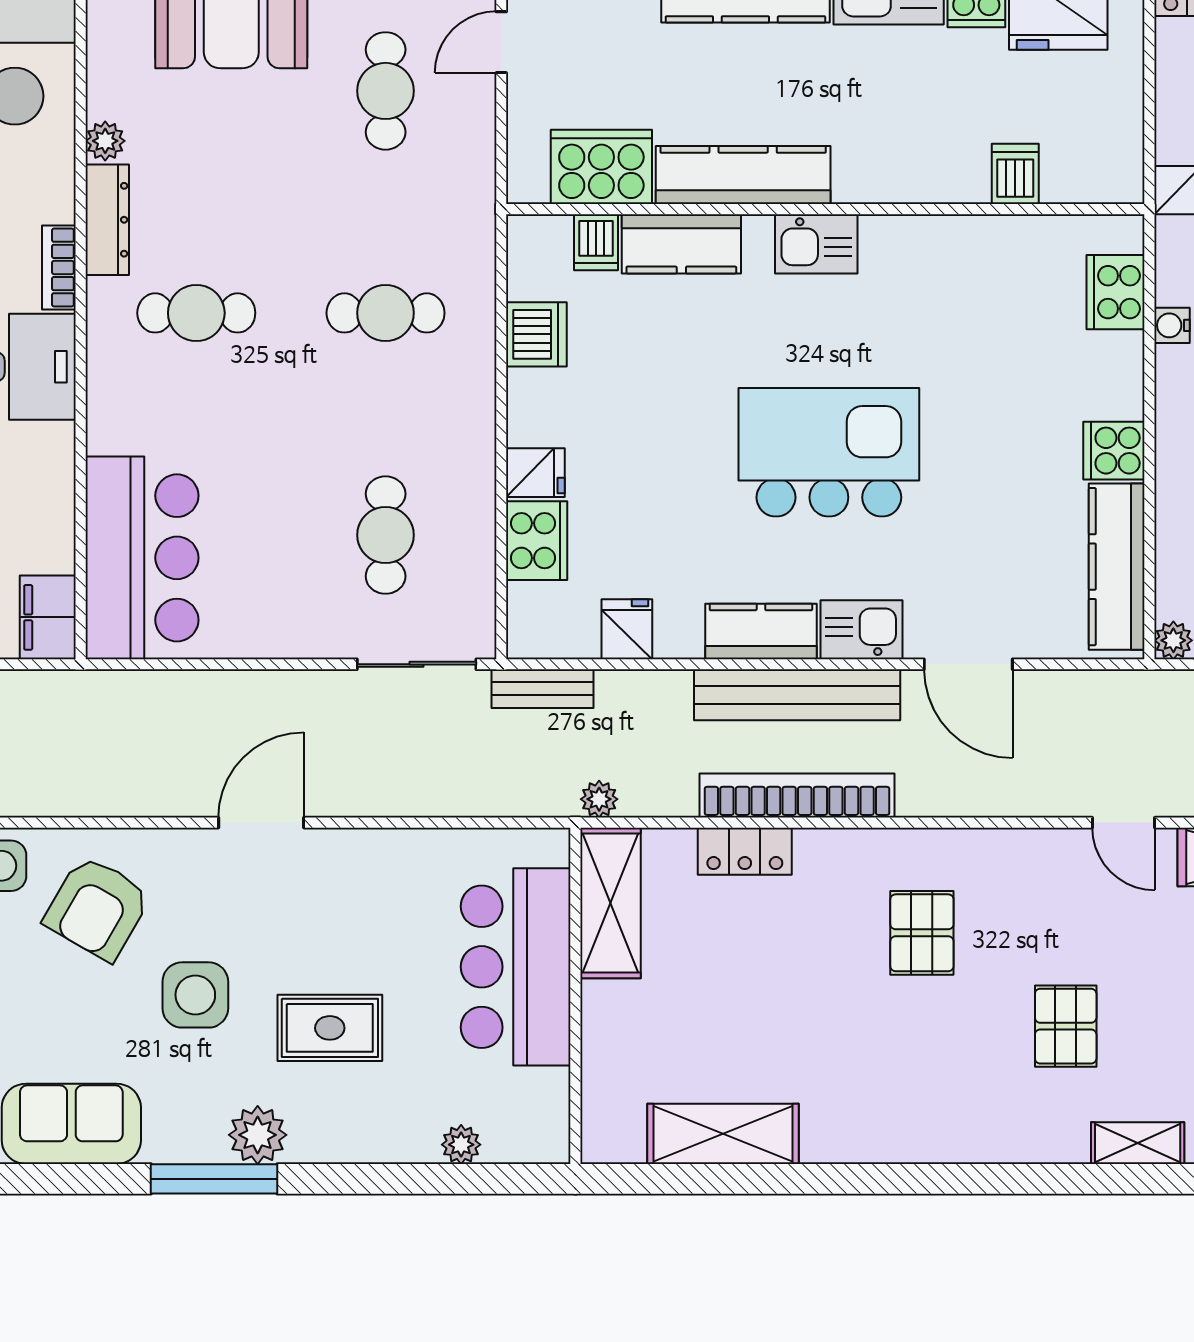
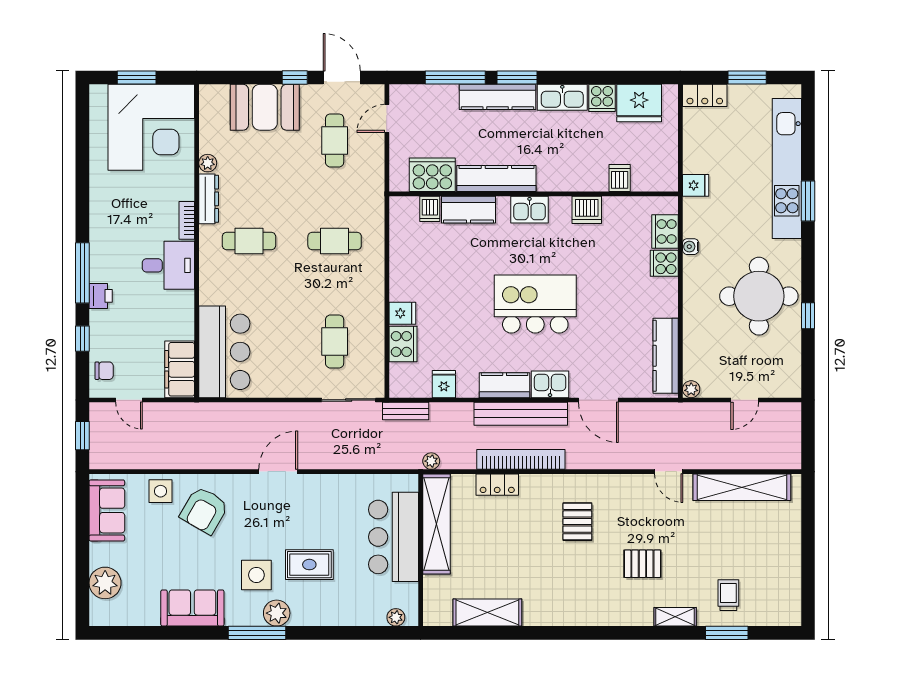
dishwasher: (536, 334) -> (587, 210), moved, turned 90
cooker: (1114, 451) -> (664, 263), moved
filing cabinet: (48, 617) -> (180, 369), width x1.50, depth x1.17
shelving: (611, 903) -> (436, 524), width x1.47
side table: (195, 995) -> (256, 575), moved
pallet: (1066, 1026) -> (642, 564), turned 90
plant: (461, 1145) -> (396, 617), moved

